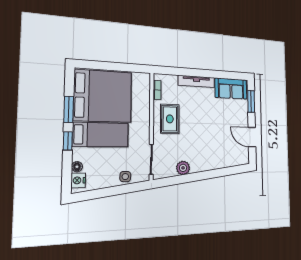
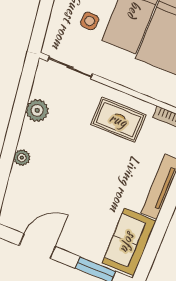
plant: (212, 165) -> (22, 158), added
side table: (125, 177) -> (90, 21), moved

